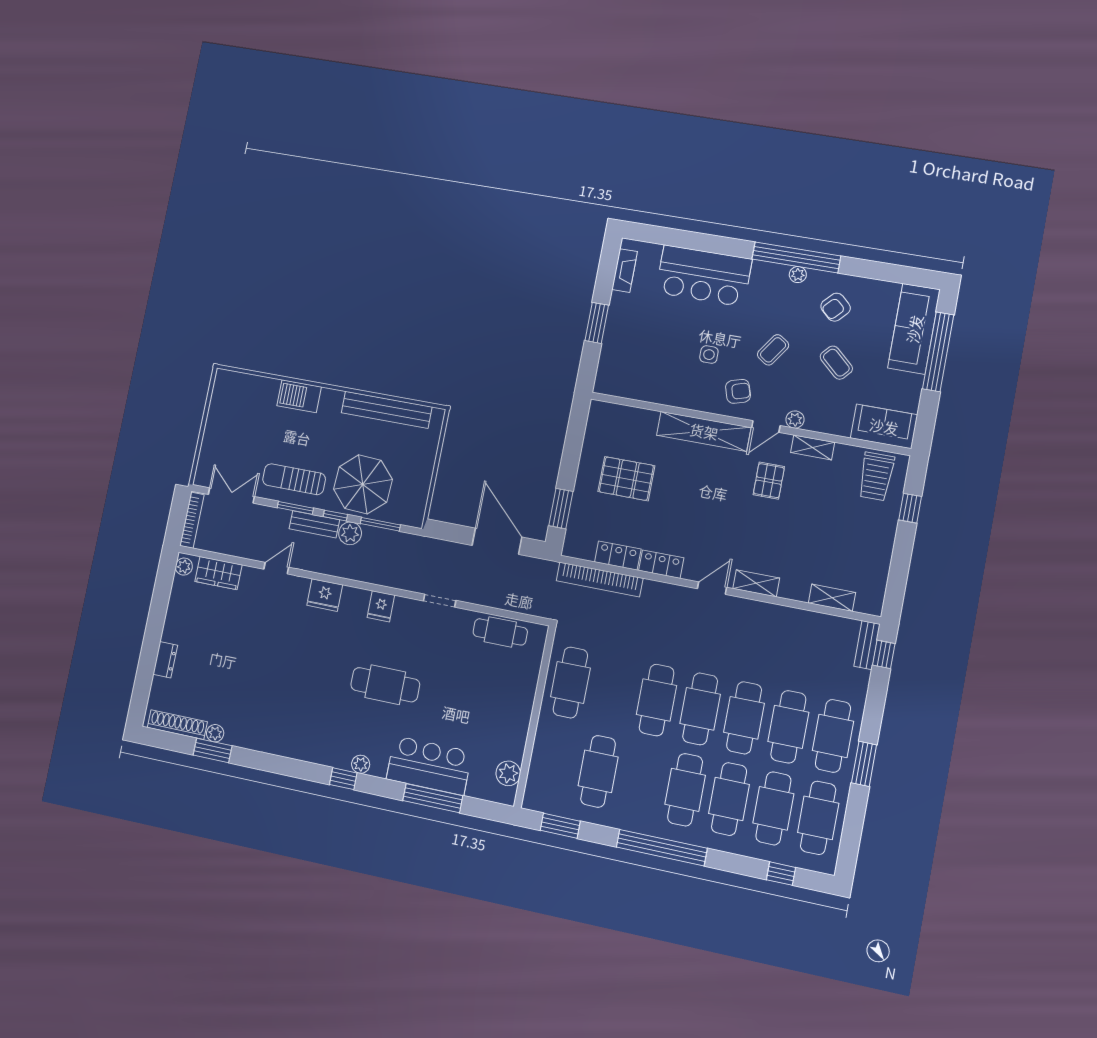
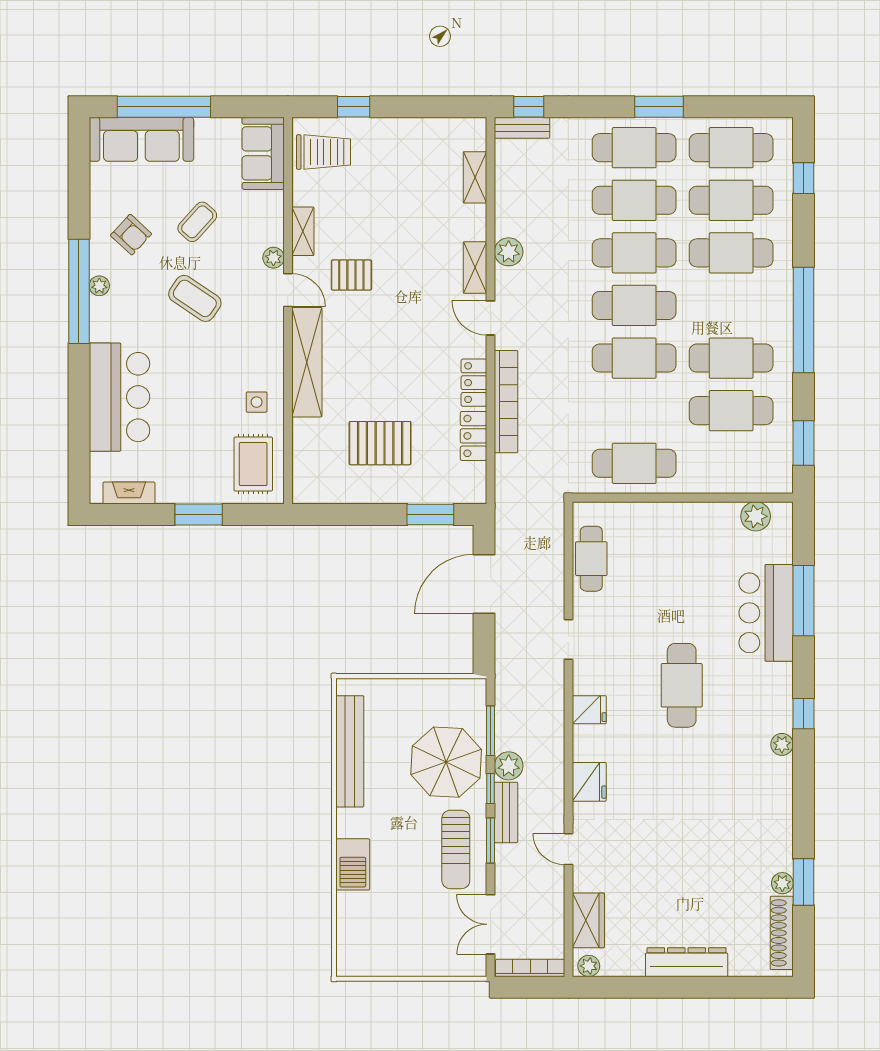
coffee table: (773, 350) -> (195, 298), width x1.36, depth x1.30
side table: (709, 355) -> (257, 402), moved
rug: (629, 374) -> (253, 464), added
armchair: (738, 391) -> (252, 331), removed
pallet: (626, 479) -> (380, 443), turned 90
bookcase: (600, 580) -> (506, 402), moved
plant: (764, 614) -> (509, 252), added
dresser: (165, 660) -> (687, 962), width x1.96, depth x1.24
plant: (361, 764) -> (782, 744), moved
cafe table: (685, 790) -> (731, 358), moved

